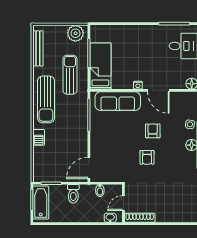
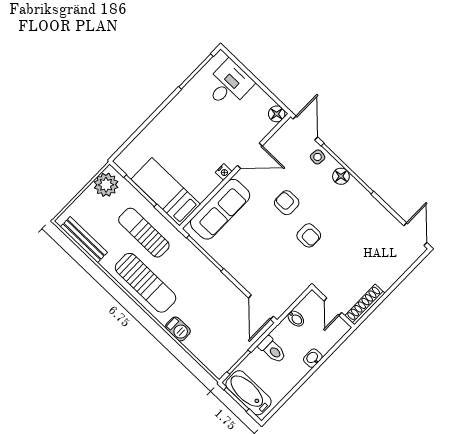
washbasin: (110, 218) -> (313, 358), moved

